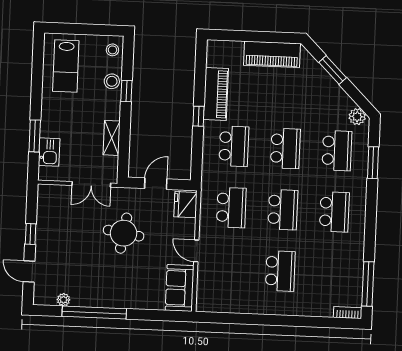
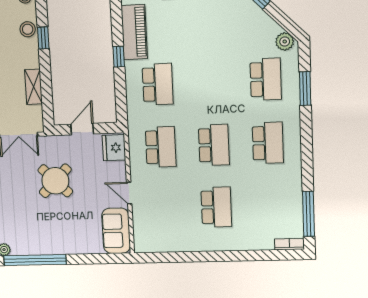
school desk: (285, 148) -> (211, 82), removed
round table: (124, 233) -> (55, 181), turned 36

